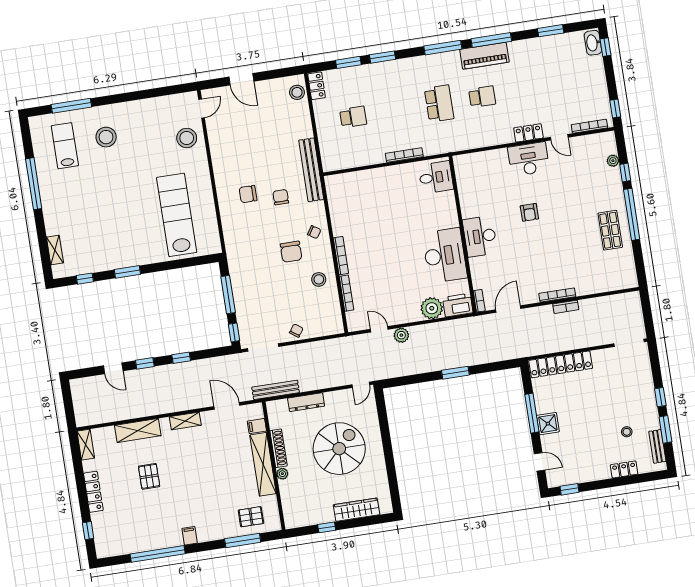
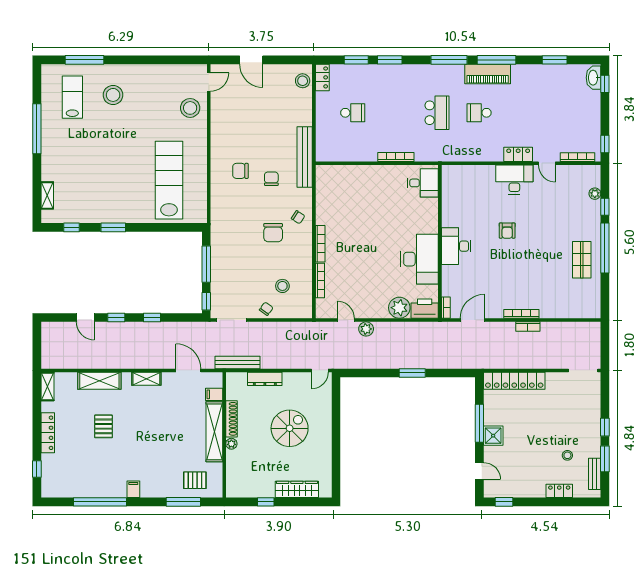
school desk: (482, 97) -> (479, 113), turned 180
stool: (319, 279) -> (282, 286), moved
spiral stairs: (339, 449) -> (290, 428), width x0.73, depth x0.73

